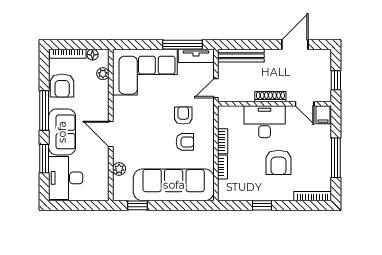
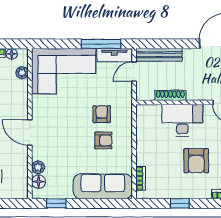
door: (216, 88) -> (134, 72), moved
shoe rack: (270, 97) -> (170, 95), moved
bookcase: (223, 141) -> (141, 140), removed
bookcase: (223, 167) -> (141, 178), moved
floor lamp: (120, 184) -> (39, 182), added
sofa: (174, 185) -> (103, 186), width x0.74, depth x0.79

